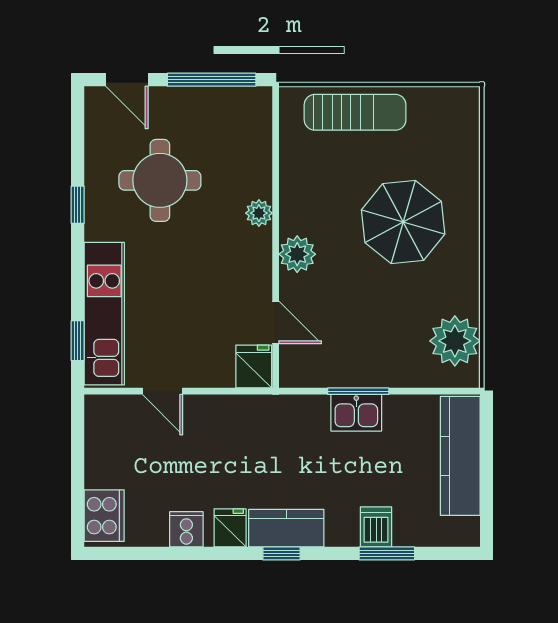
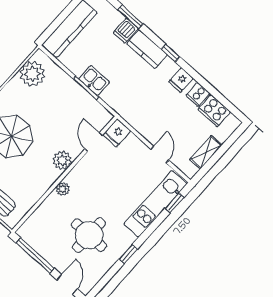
shelving: (98, 455) -> (206, 152), added
cooker: (104, 516) -> (214, 111), moved, turned -90
kitchen counter: (286, 528) -> (147, 49), moved

